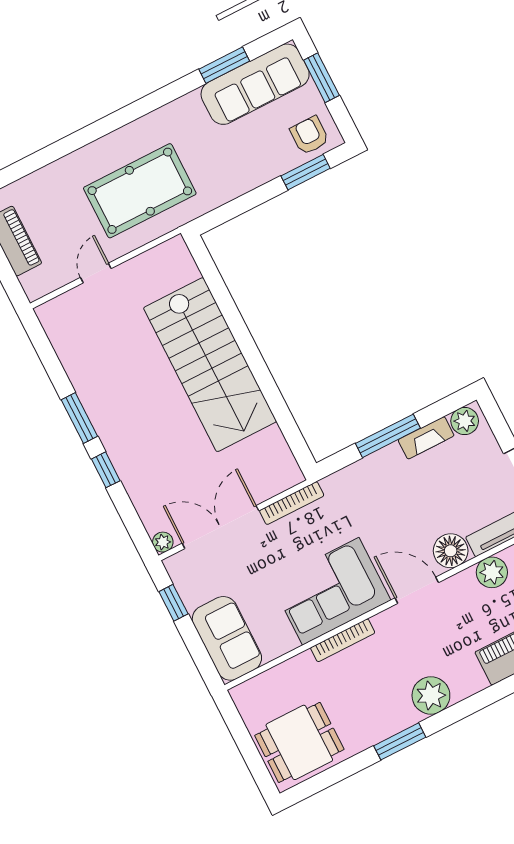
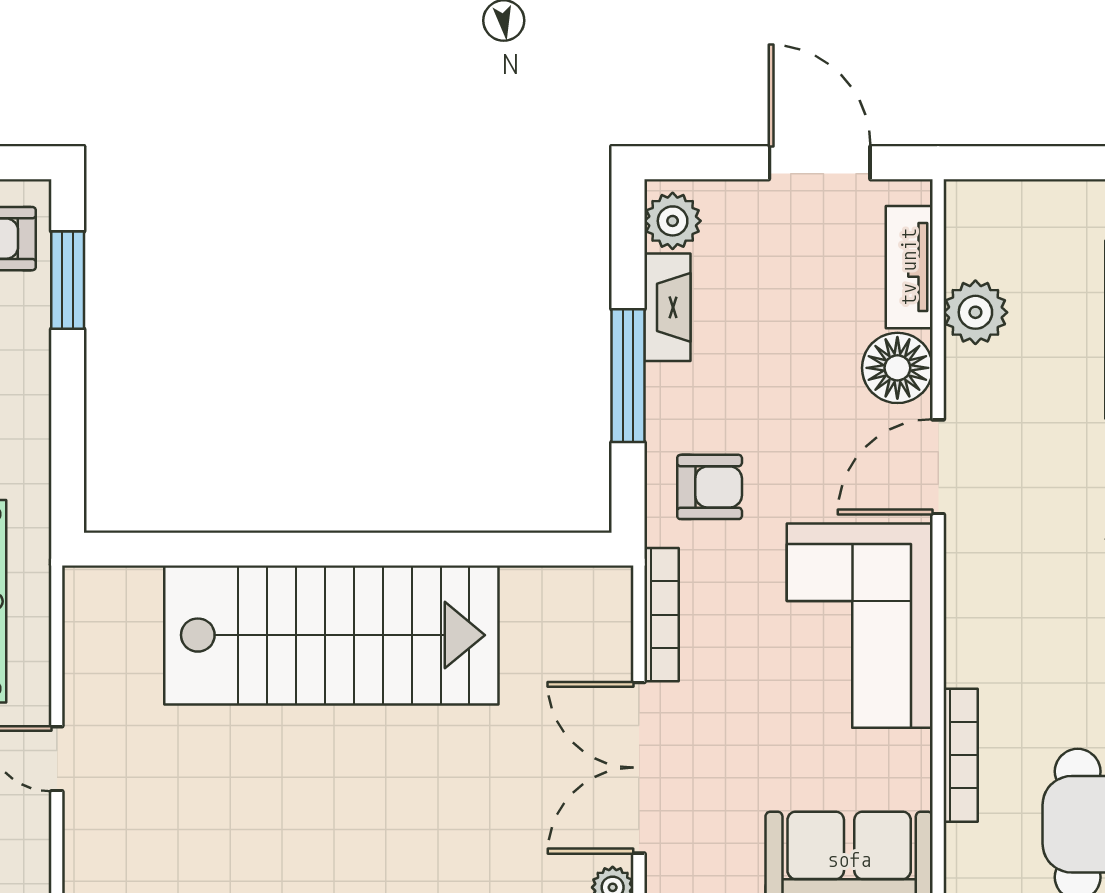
armchair: (358, 496) -> (710, 487), added
bookcase: (343, 640) -> (961, 755), moved

